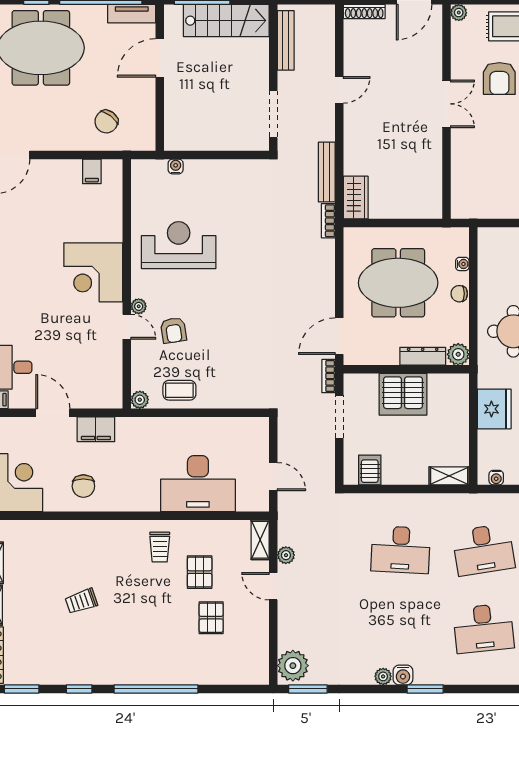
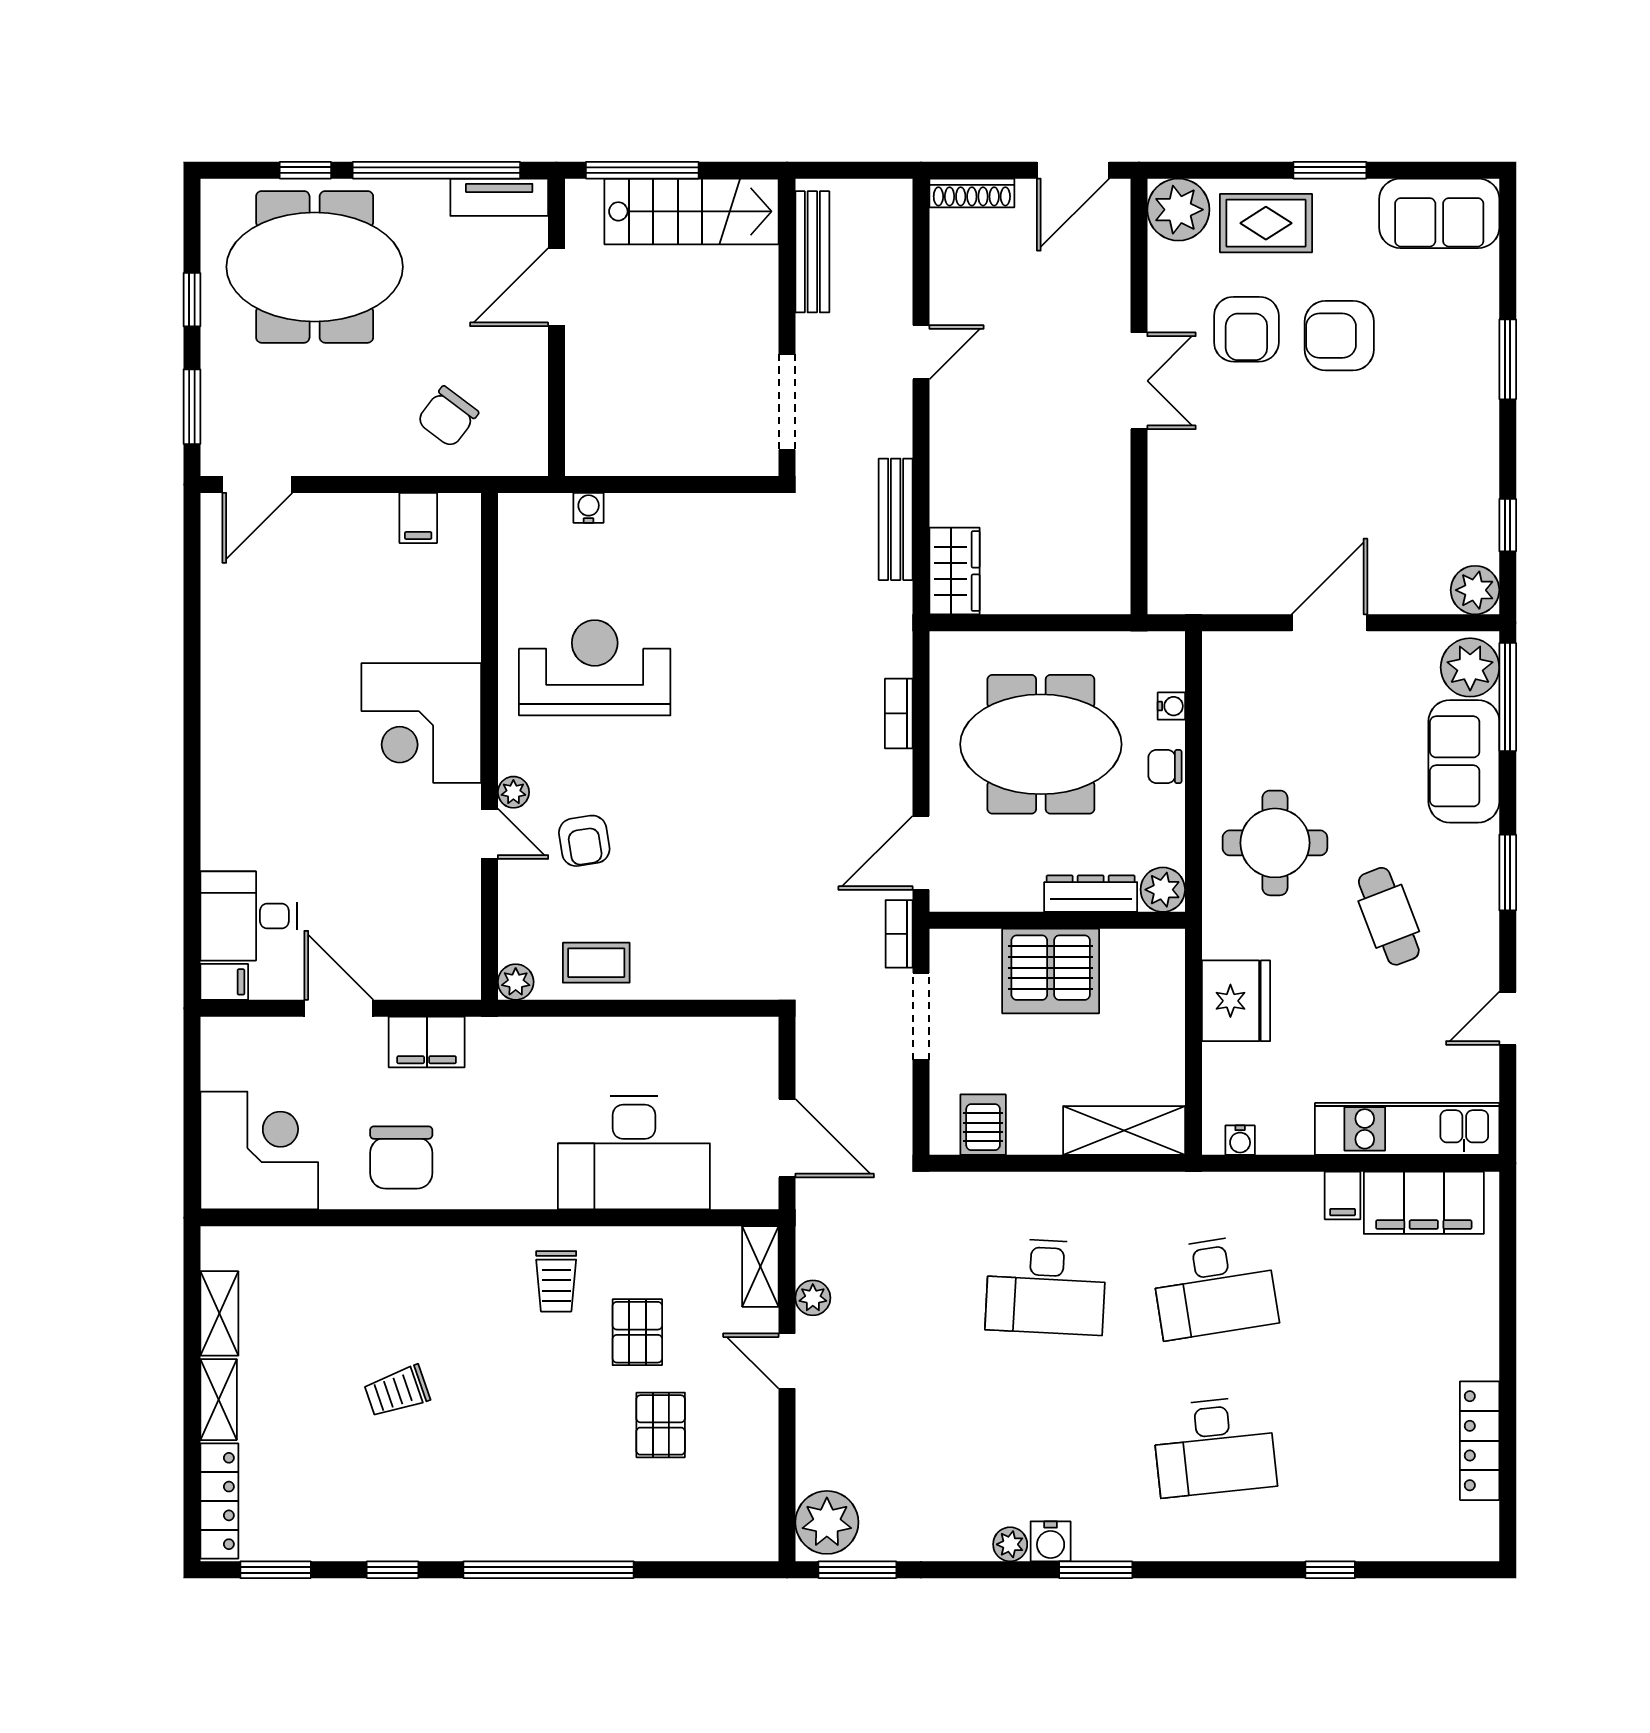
plant: (459, 13) -> (1178, 210), width x1.87, depth x1.87
bookcase: (328, 221) -> (899, 713), moved
shelving: (449, 476) -> (1124, 1131), width x1.50, depth x1.33
door: (273, 477) -> (787, 1138), width x1.38
chair: (83, 486) -> (401, 1157), width x1.37, depth x1.37

